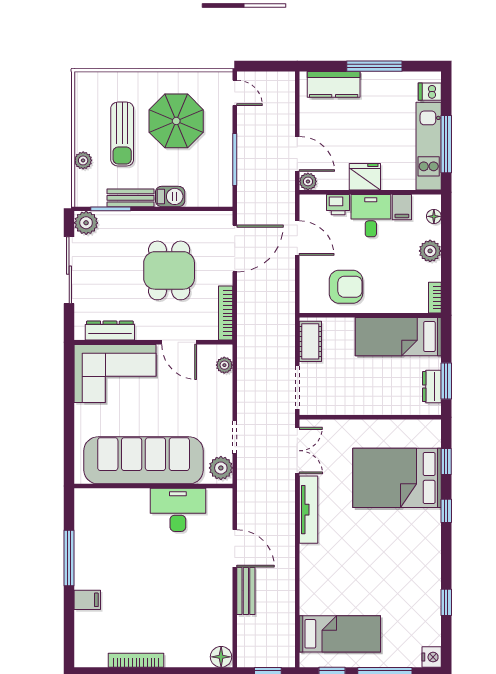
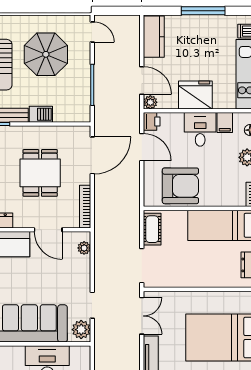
kitchen counter: (334, 84) -> (154, 37), moved, turned -90
fridge: (365, 177) -> (195, 95), width x1.36, depth x1.34
printer: (338, 205) -> (152, 121), moved, turned -90
armchair: (346, 287) -> (180, 186), width x1.36, depth x1.36

